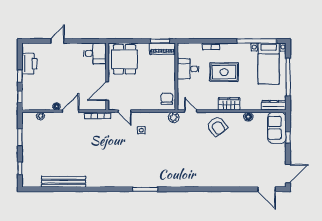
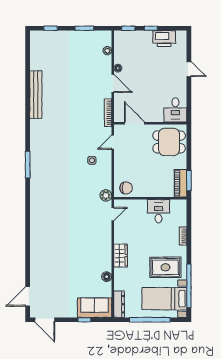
rug: (224, 72) -> (165, 267), moved, turned 90
armchair: (217, 126) -> (96, 243), removed
bench: (64, 182) -> (36, 95), moved

